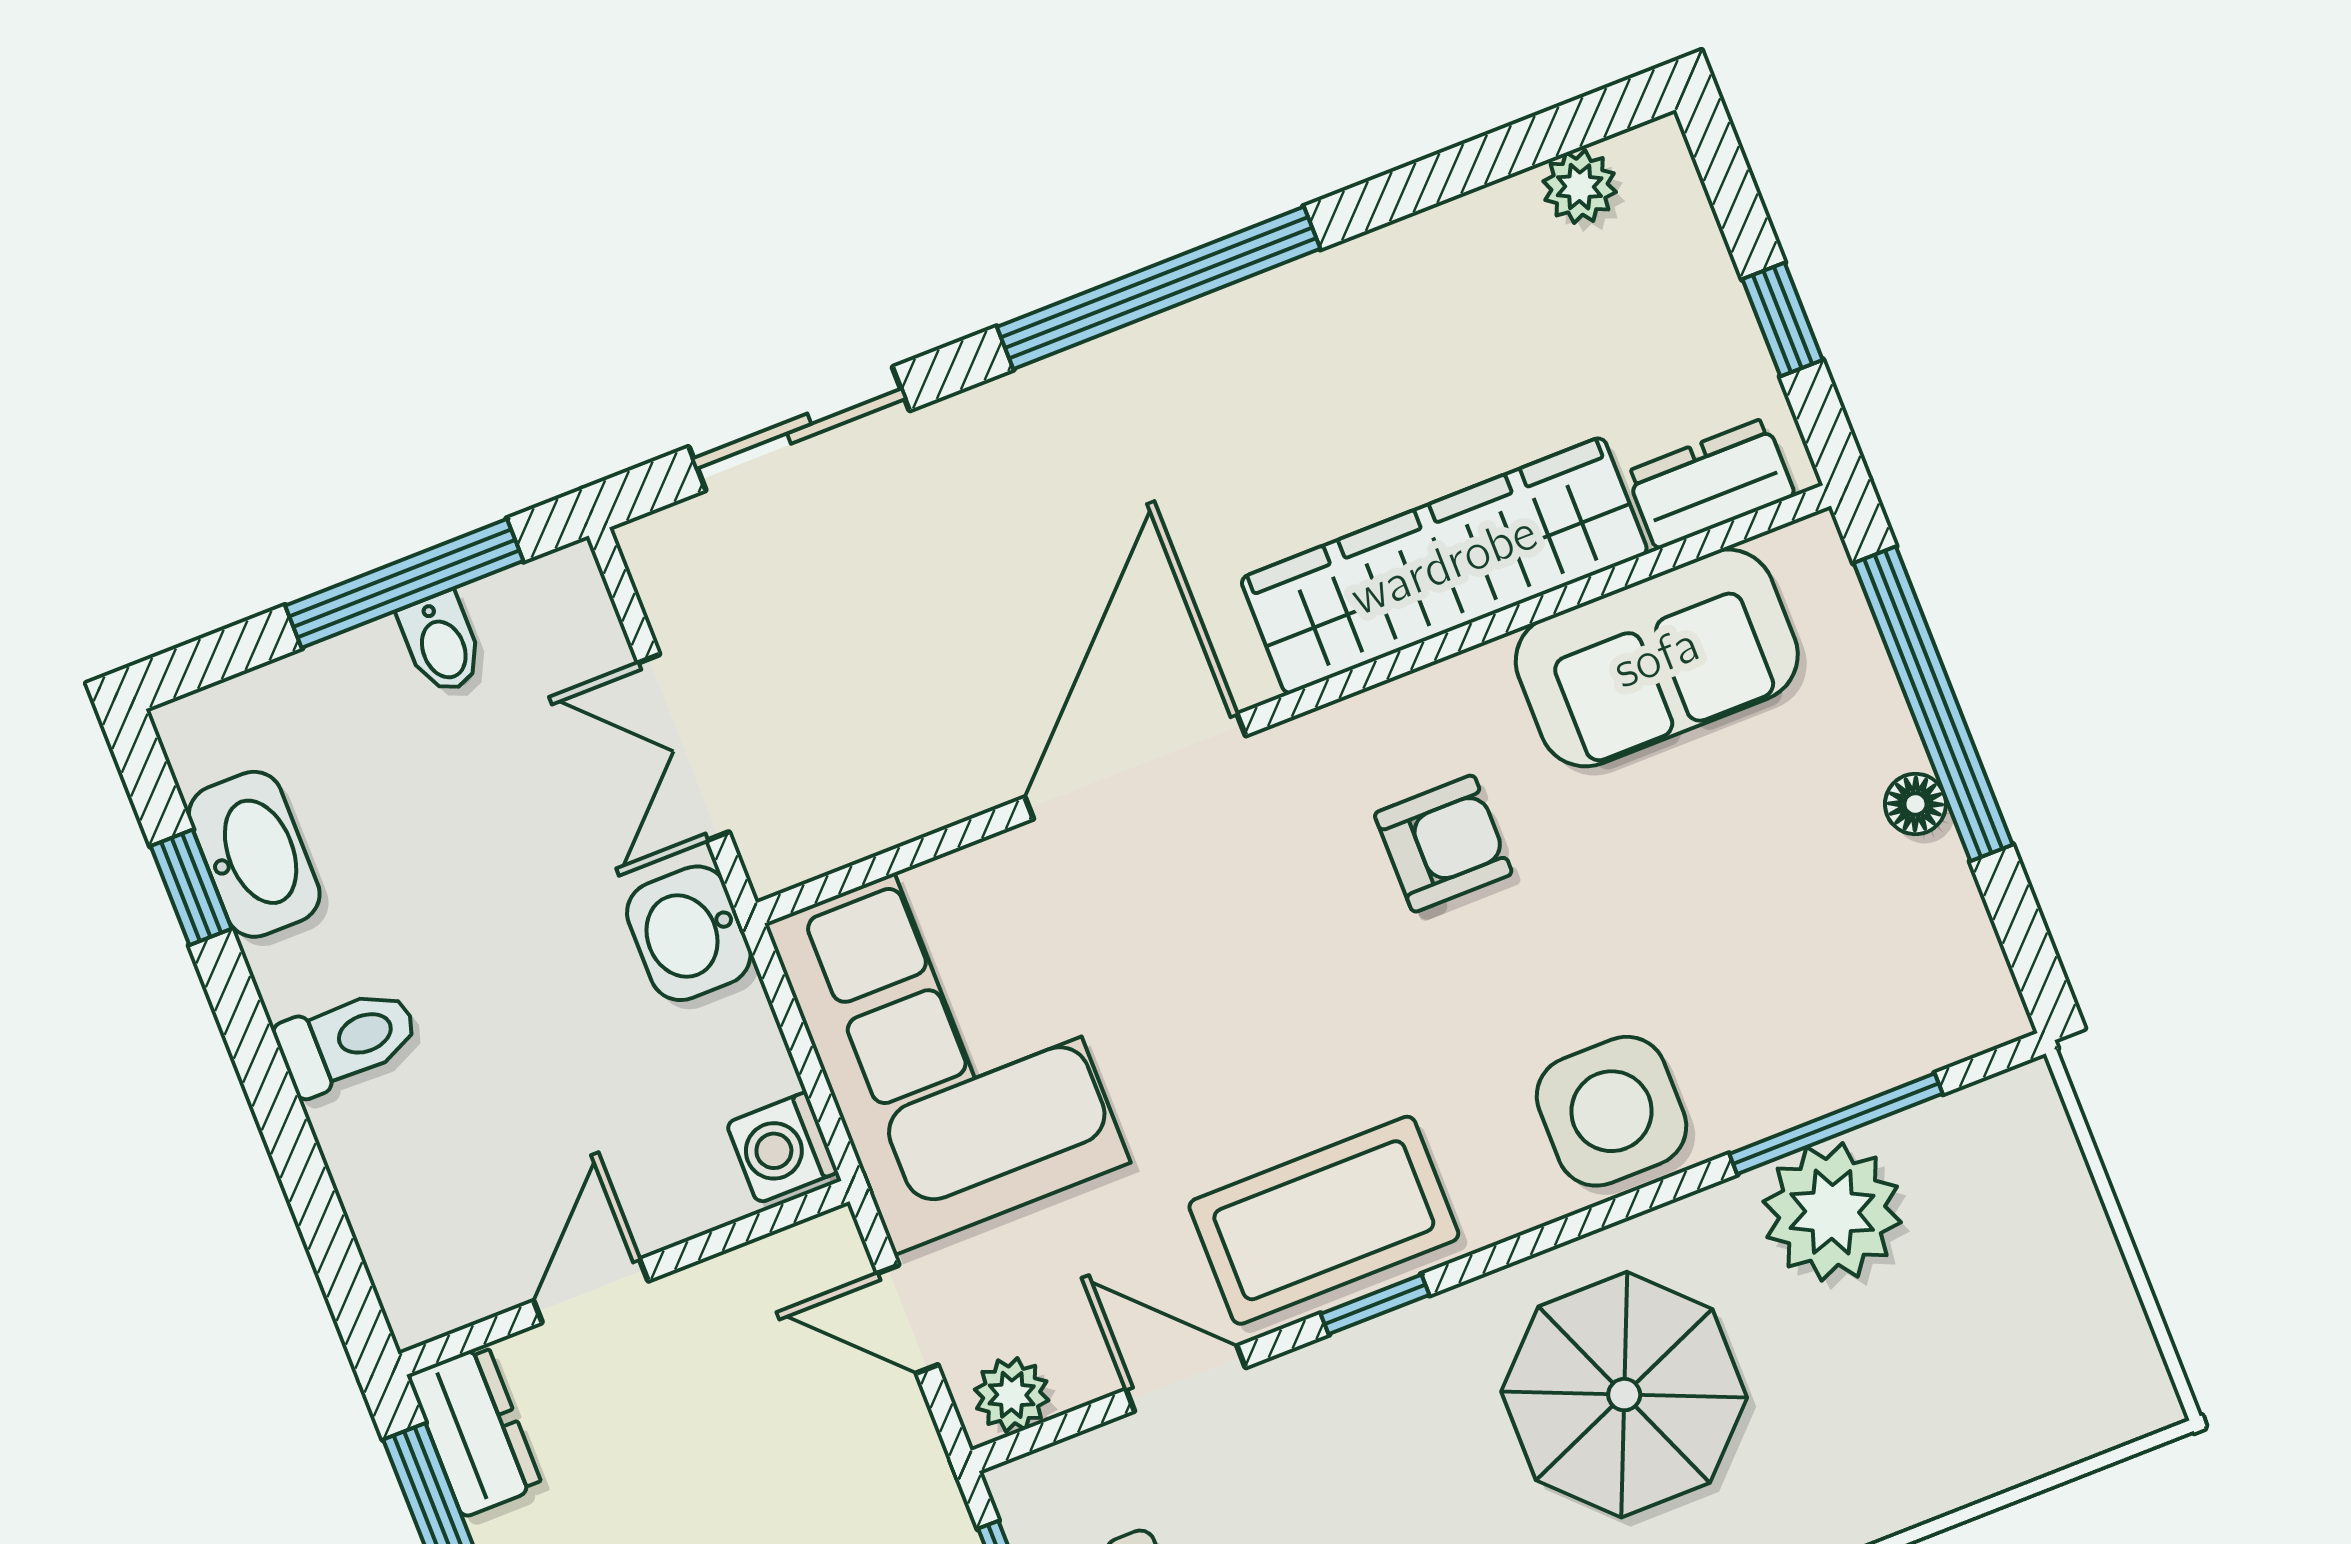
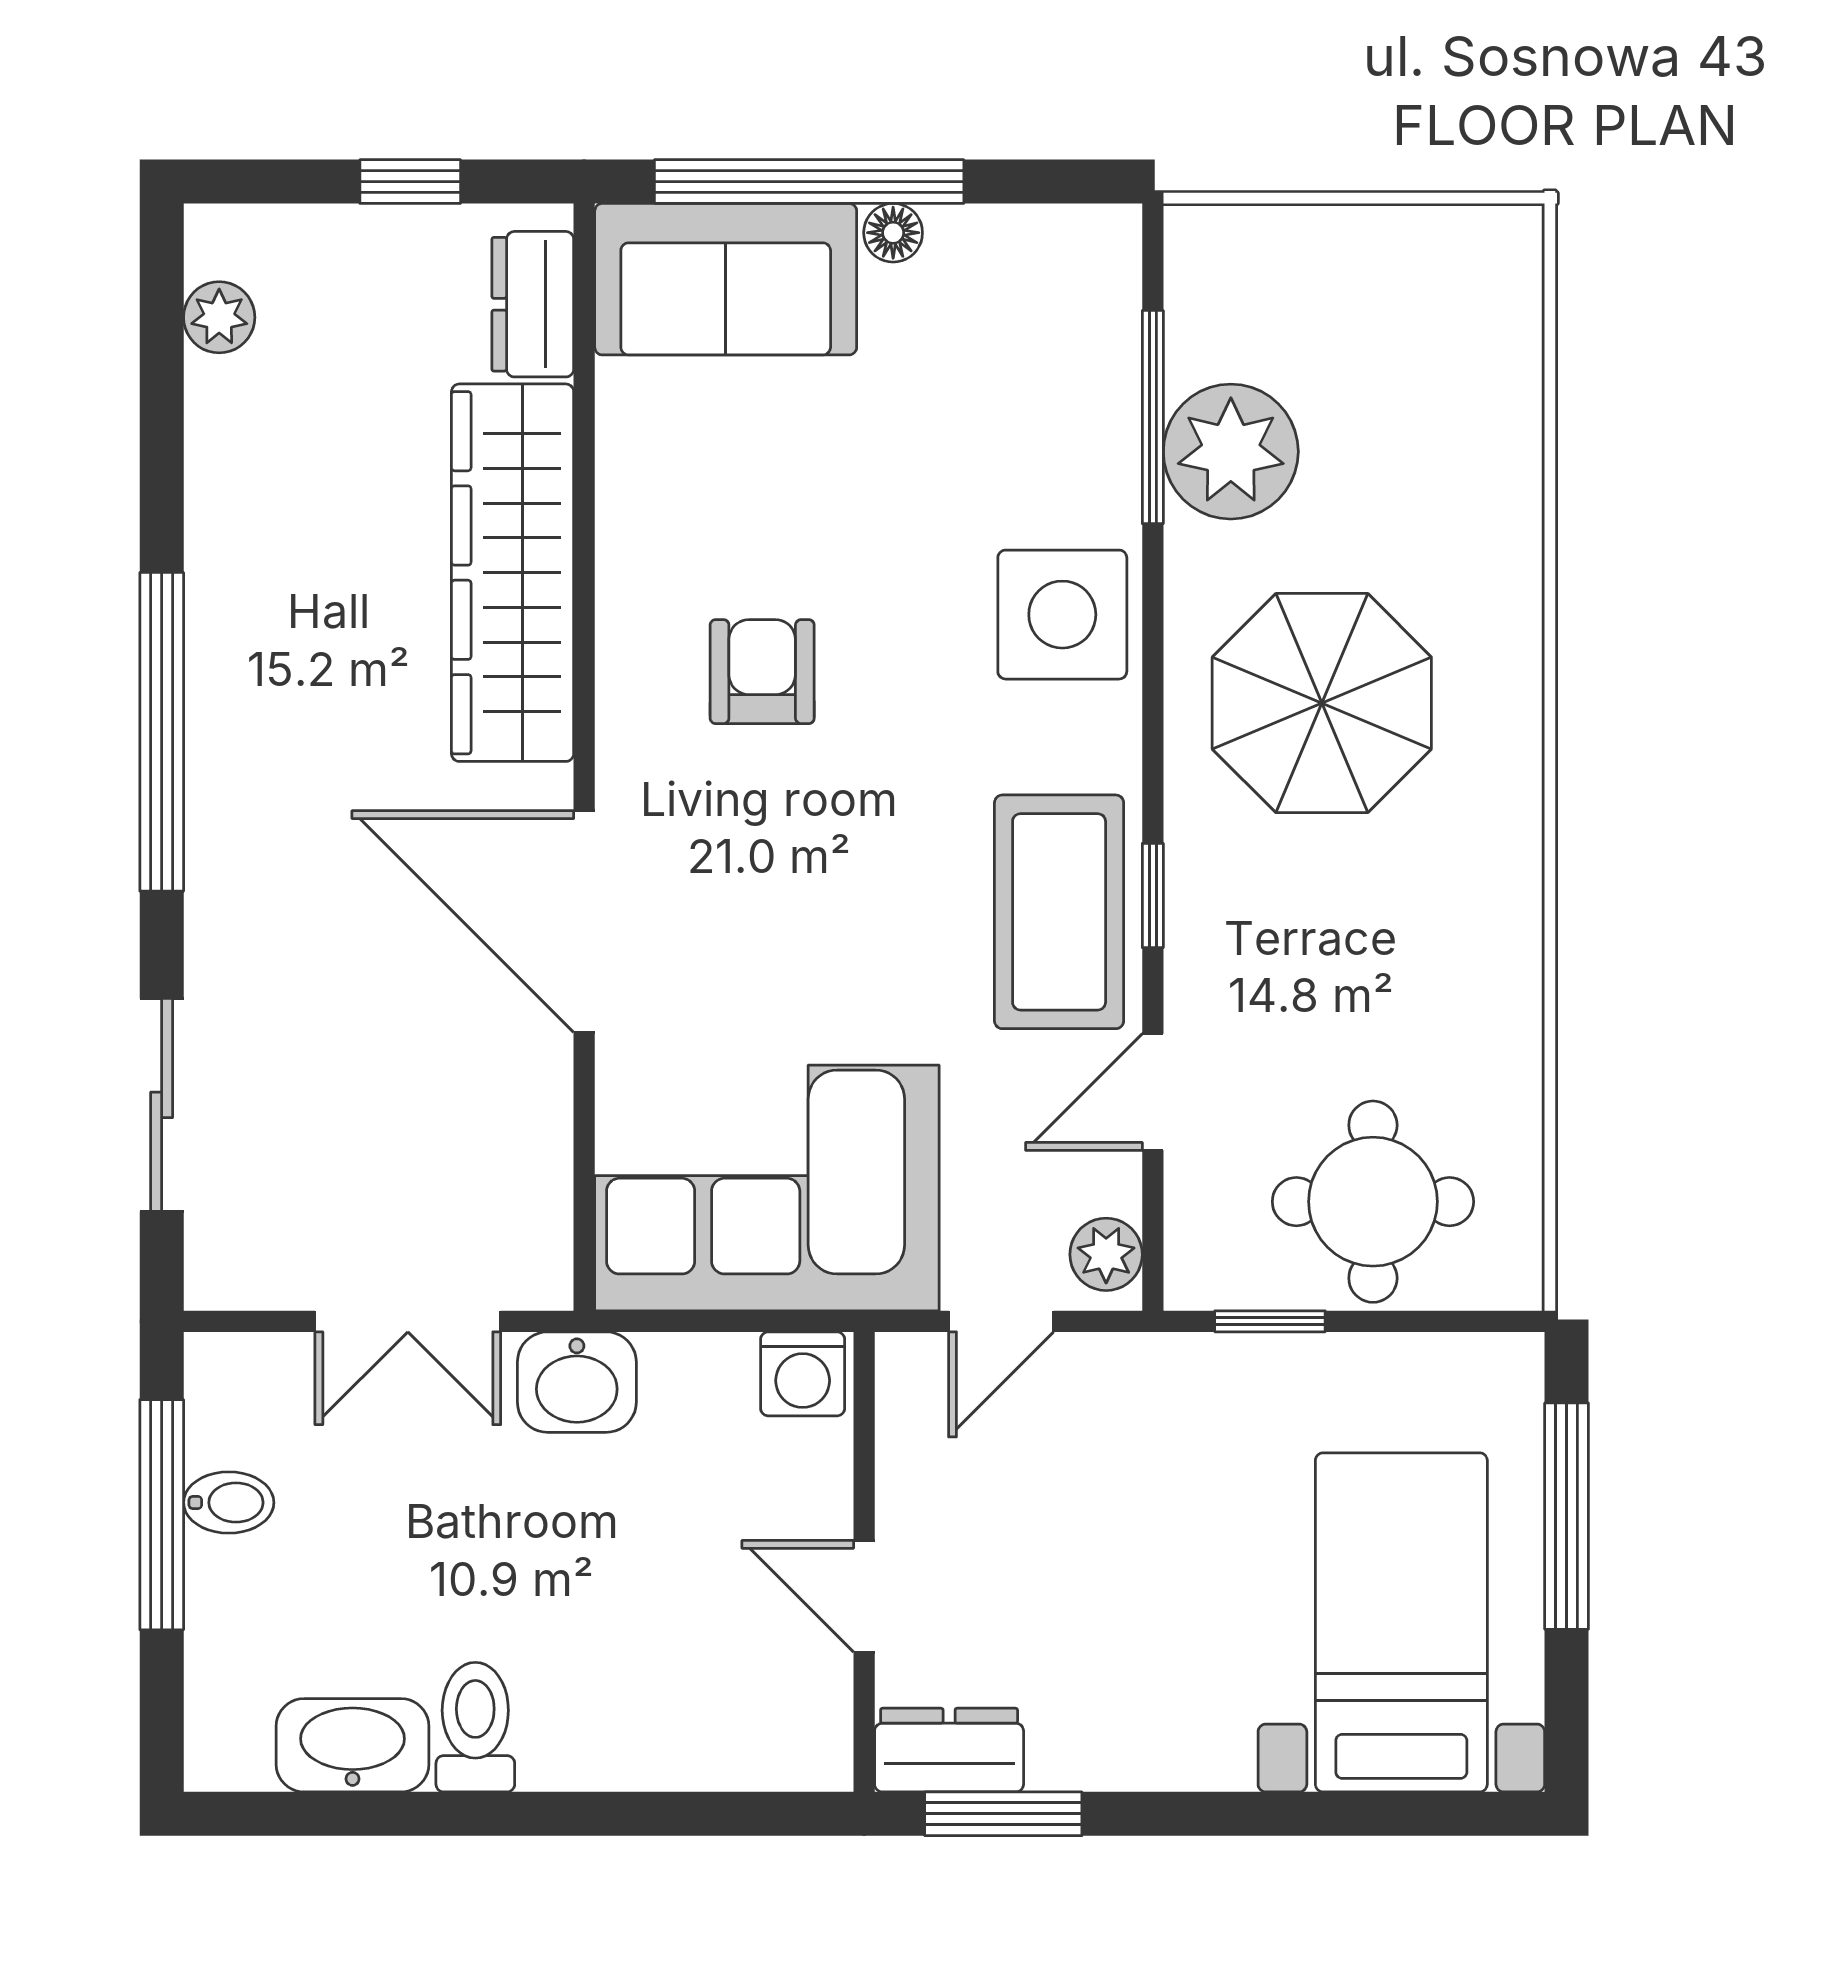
sofa: (1657, 658) -> (726, 279), moved, turned 90
window: (191, 887) -> (360, 1814), removed
toilet: (347, 1040) -> (475, 1727), moved

